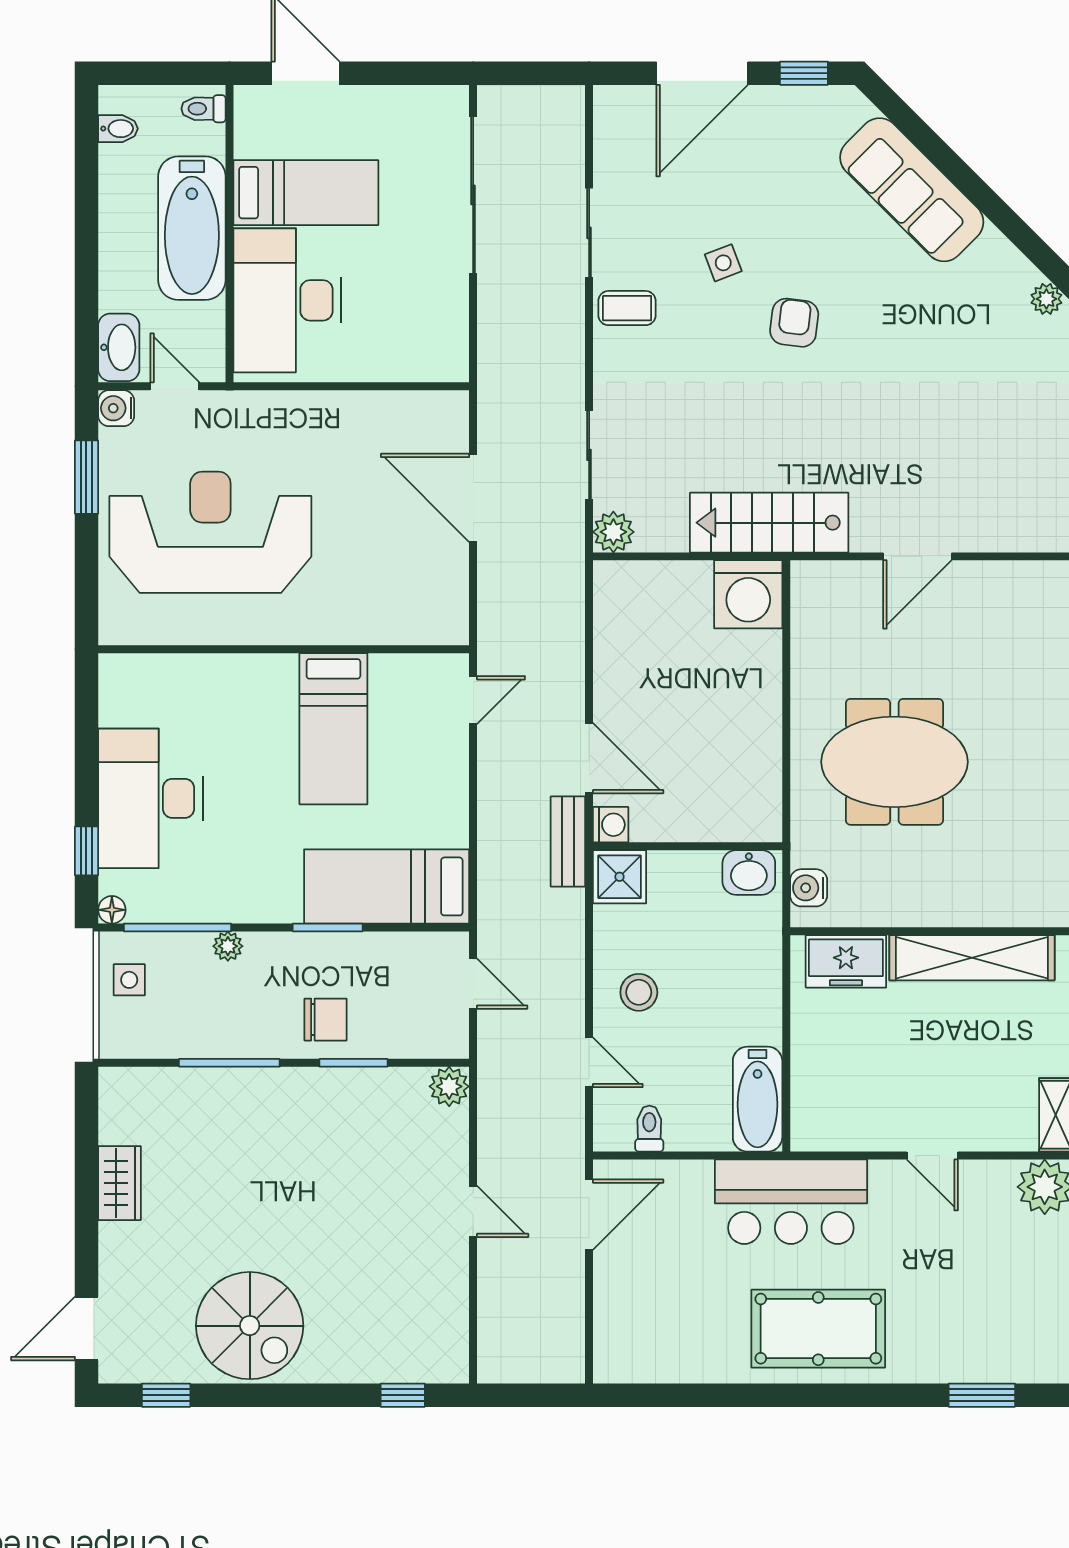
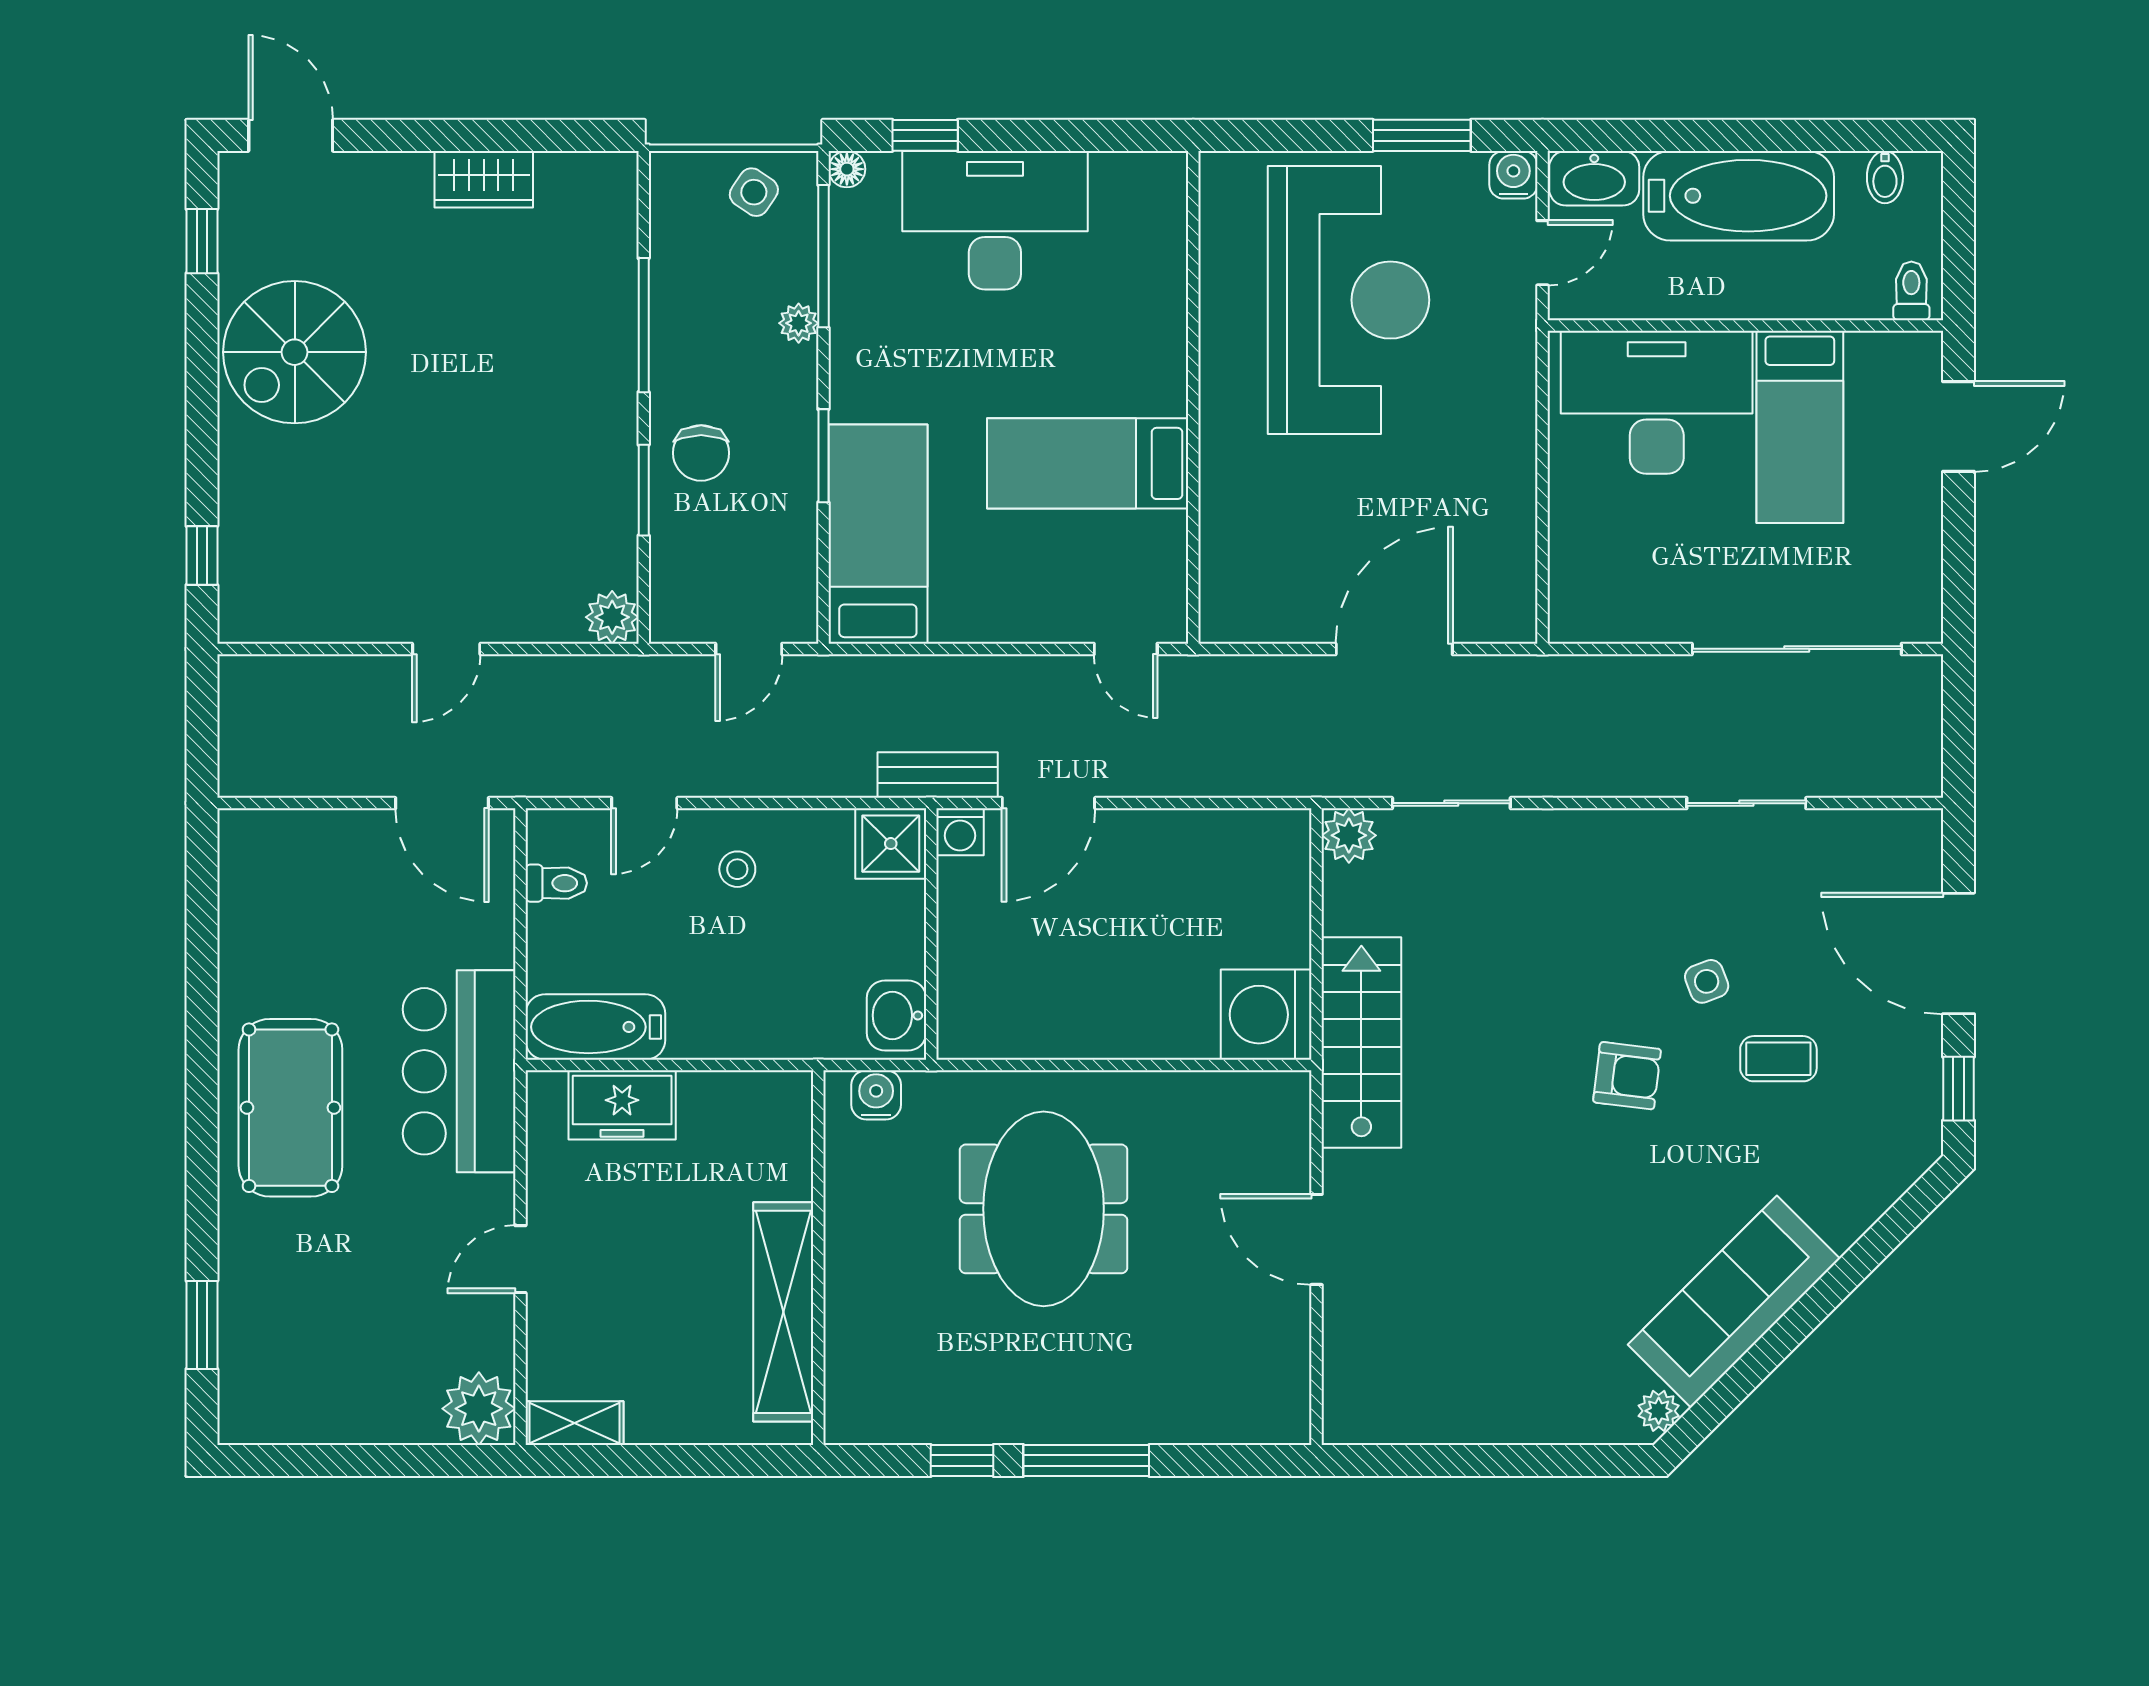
sofa: (912, 190) -> (1734, 1302), moved
bathtub: (192, 228) -> (1739, 196), moved, turned 180
coffee table: (627, 308) -> (1778, 1059), moved, turned 90
freezer: (846, 961) -> (622, 1105), moved, turned -90
side table: (129, 980) -> (754, 192), turned 34
stool: (639, 992) -> (737, 869), width x0.73, depth x0.73

